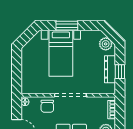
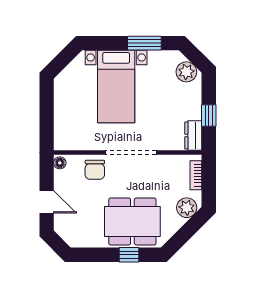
window: (67, 26) -> (144, 43), moved
dresser: (110, 69) -> (193, 136), moved, width x0.70

